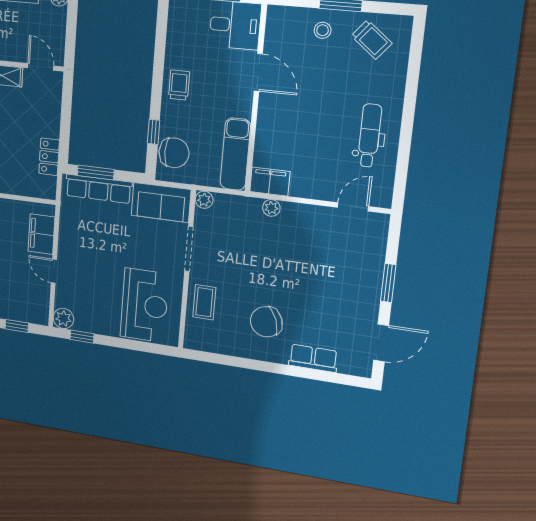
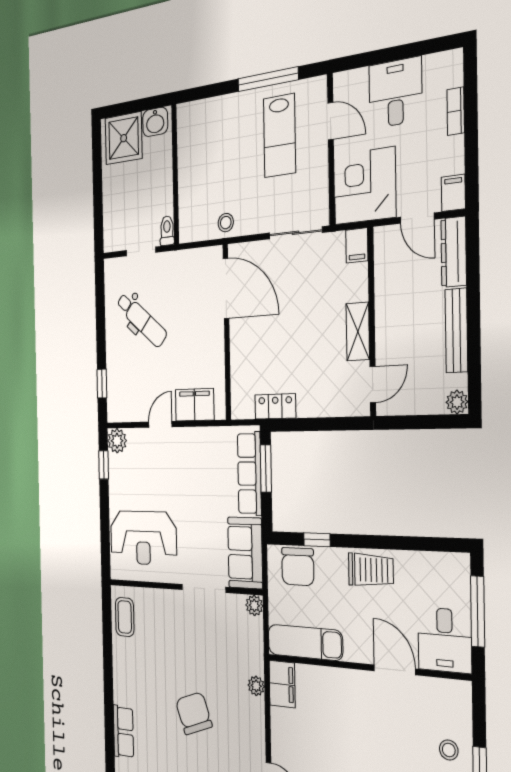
door: (258, 72) -> (395, 670), swing flipped
trolley: (179, 85) -> (371, 570), width x1.36, depth x1.39
coffee table: (204, 302) -> (125, 617), moved, turned 90
chair: (266, 322) -> (194, 713), moved

